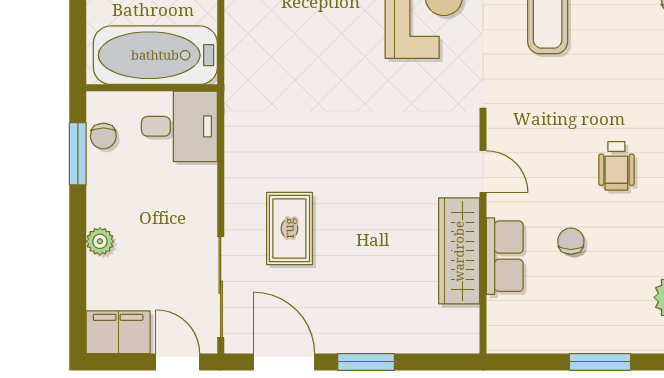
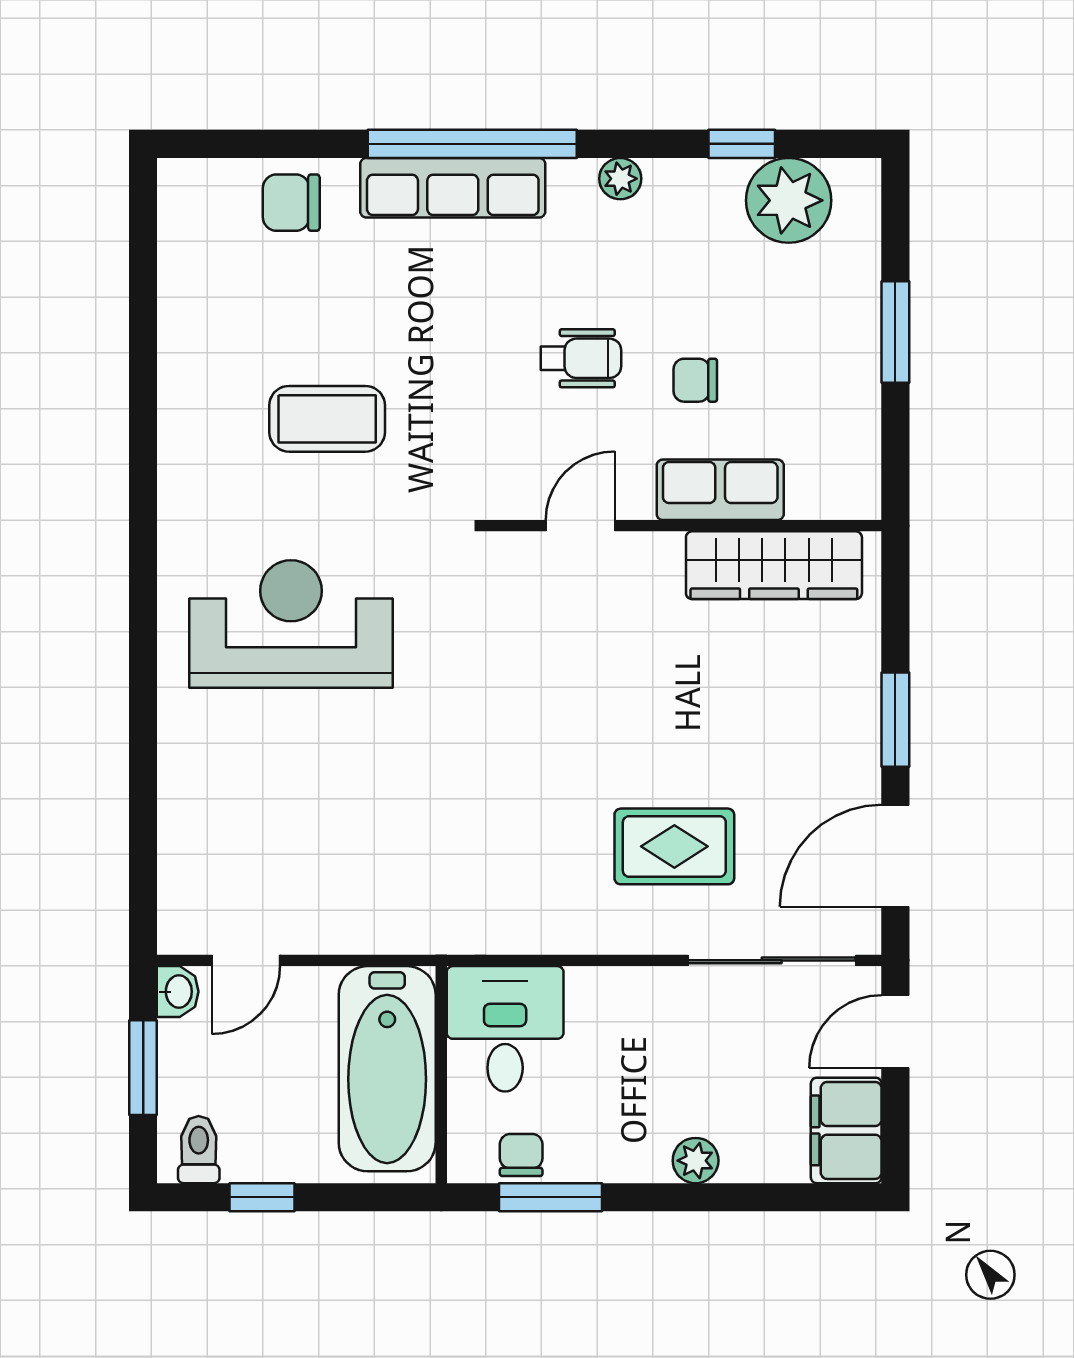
chair: (103, 136) -> (521, 1155), turned -90
wheelchair: (616, 166) -> (581, 358), moved
wardrobe: (459, 251) -> (774, 565), moved

